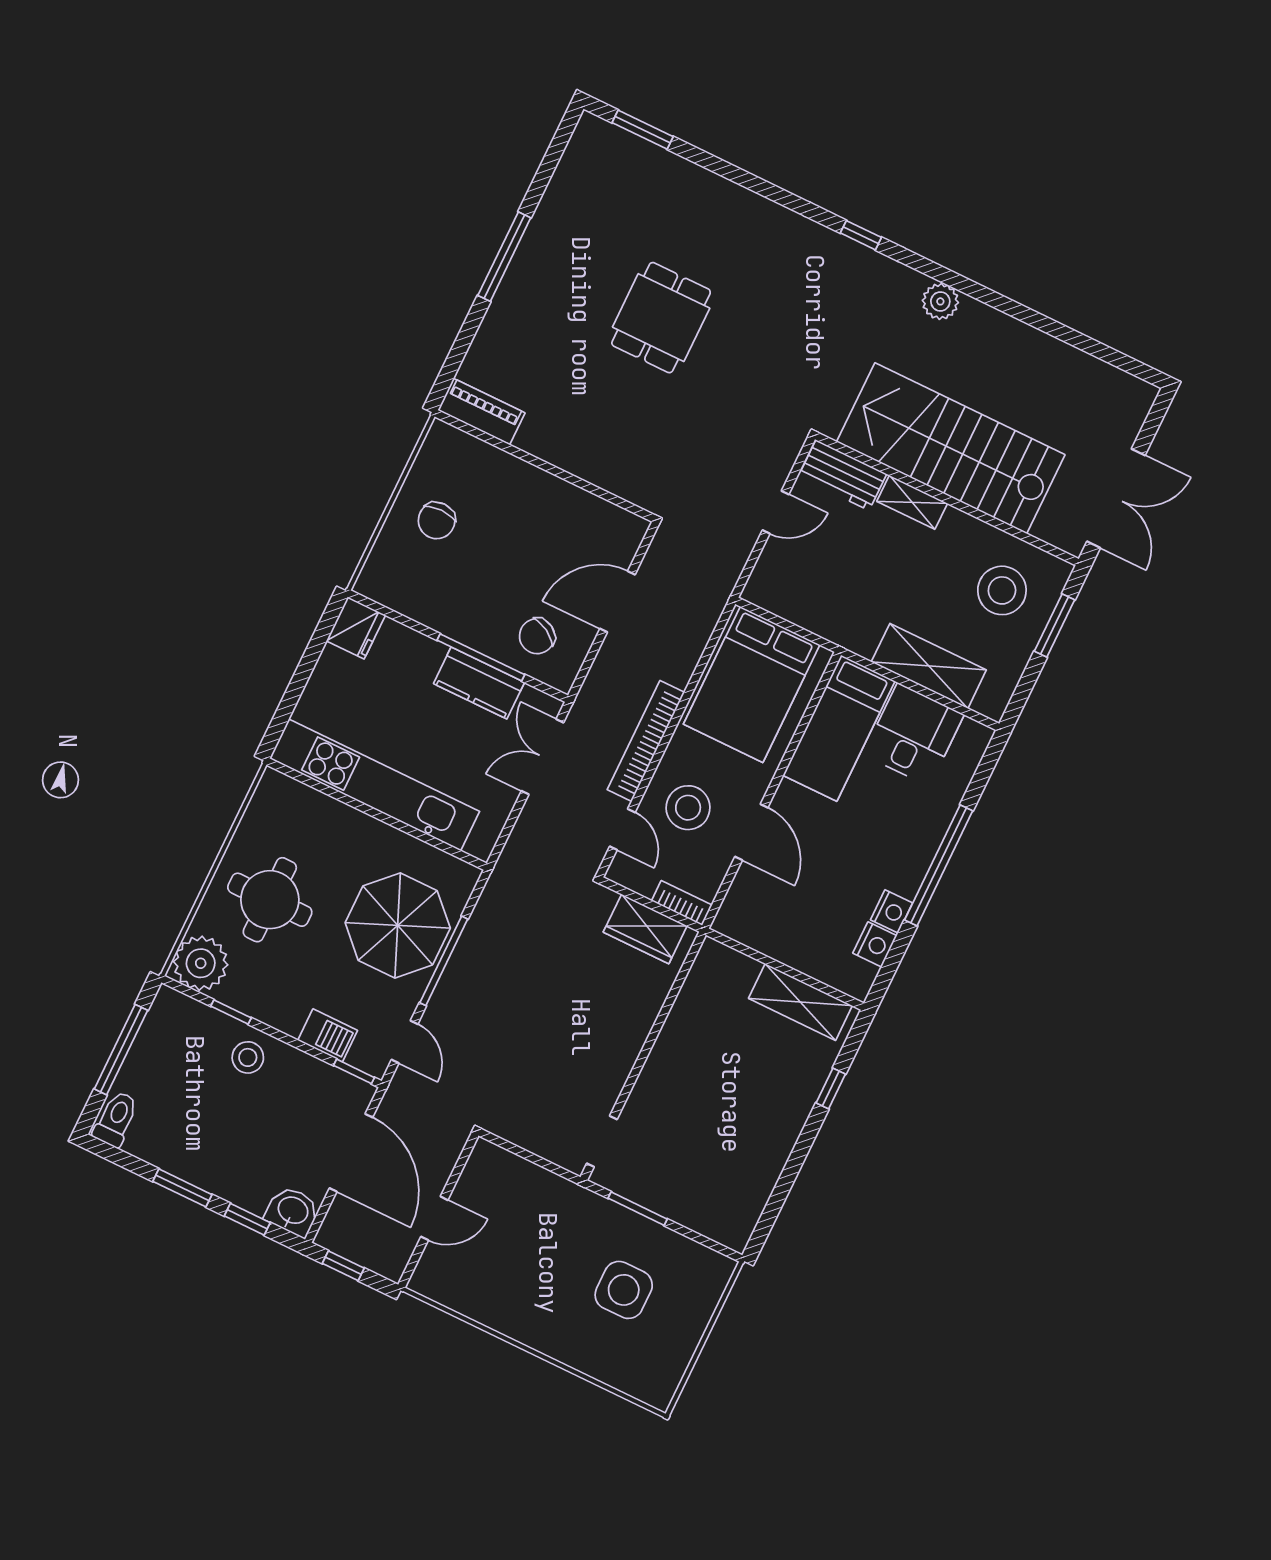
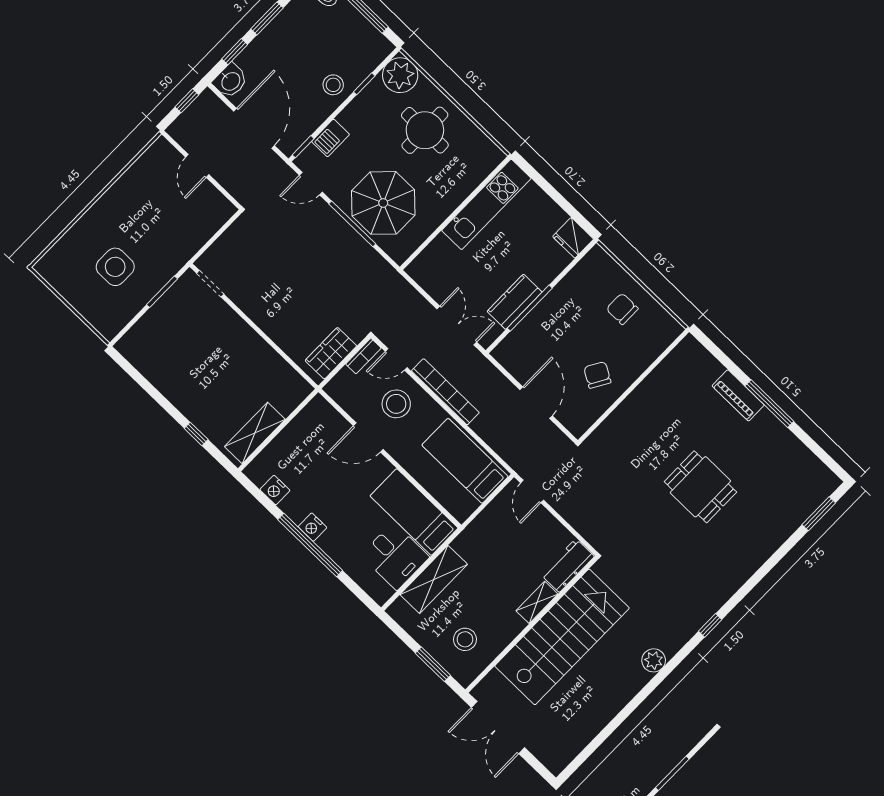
piano: (481, 412) -> (738, 395), moved, turned 90
door: (776, 512) -> (532, 491), moved
stool: (1002, 590) -> (465, 639), width x0.73, depth x0.73
chair: (537, 636) -> (597, 375), moved
bed: (752, 685) -> (465, 461), width x0.67
kitchen unit: (375, 785) -> (486, 204), width x0.73
bookcase: (682, 903) -> (363, 356), moved
nightstand: (892, 911) -> (312, 527), moved
door: (351, 1153) -> (254, 128), swing flipped

